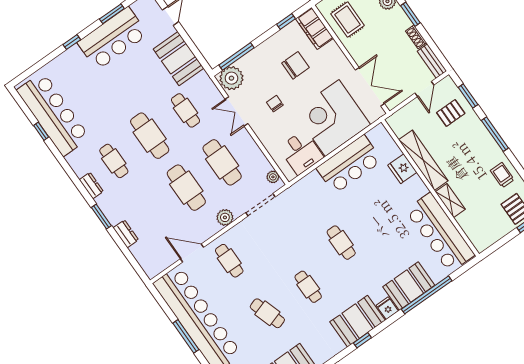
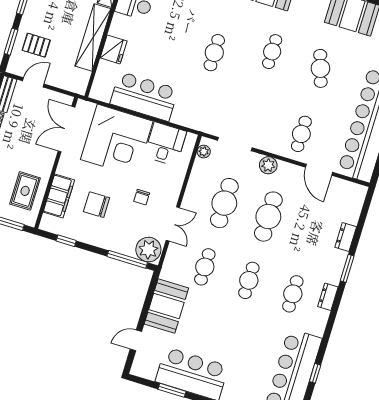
filing cabinet: (314, 28) -> (59, 196), moved
cafe table: (150, 136) -> (249, 280), width x0.73, depth x0.74

